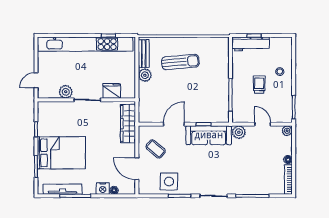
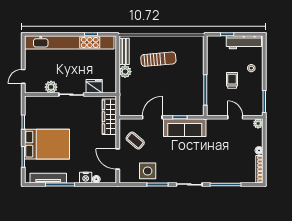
workbench: (251, 44) -> (244, 42), moved
plant: (239, 132) -> (213, 125), removed

